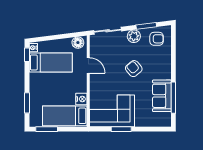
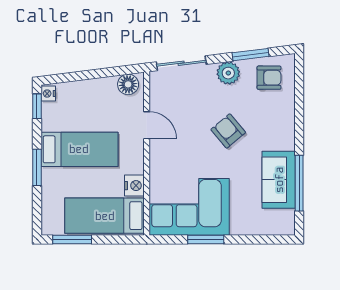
bed: (51, 62) -> (79, 149), moved
window: (27, 103) -> (37, 167), moved

